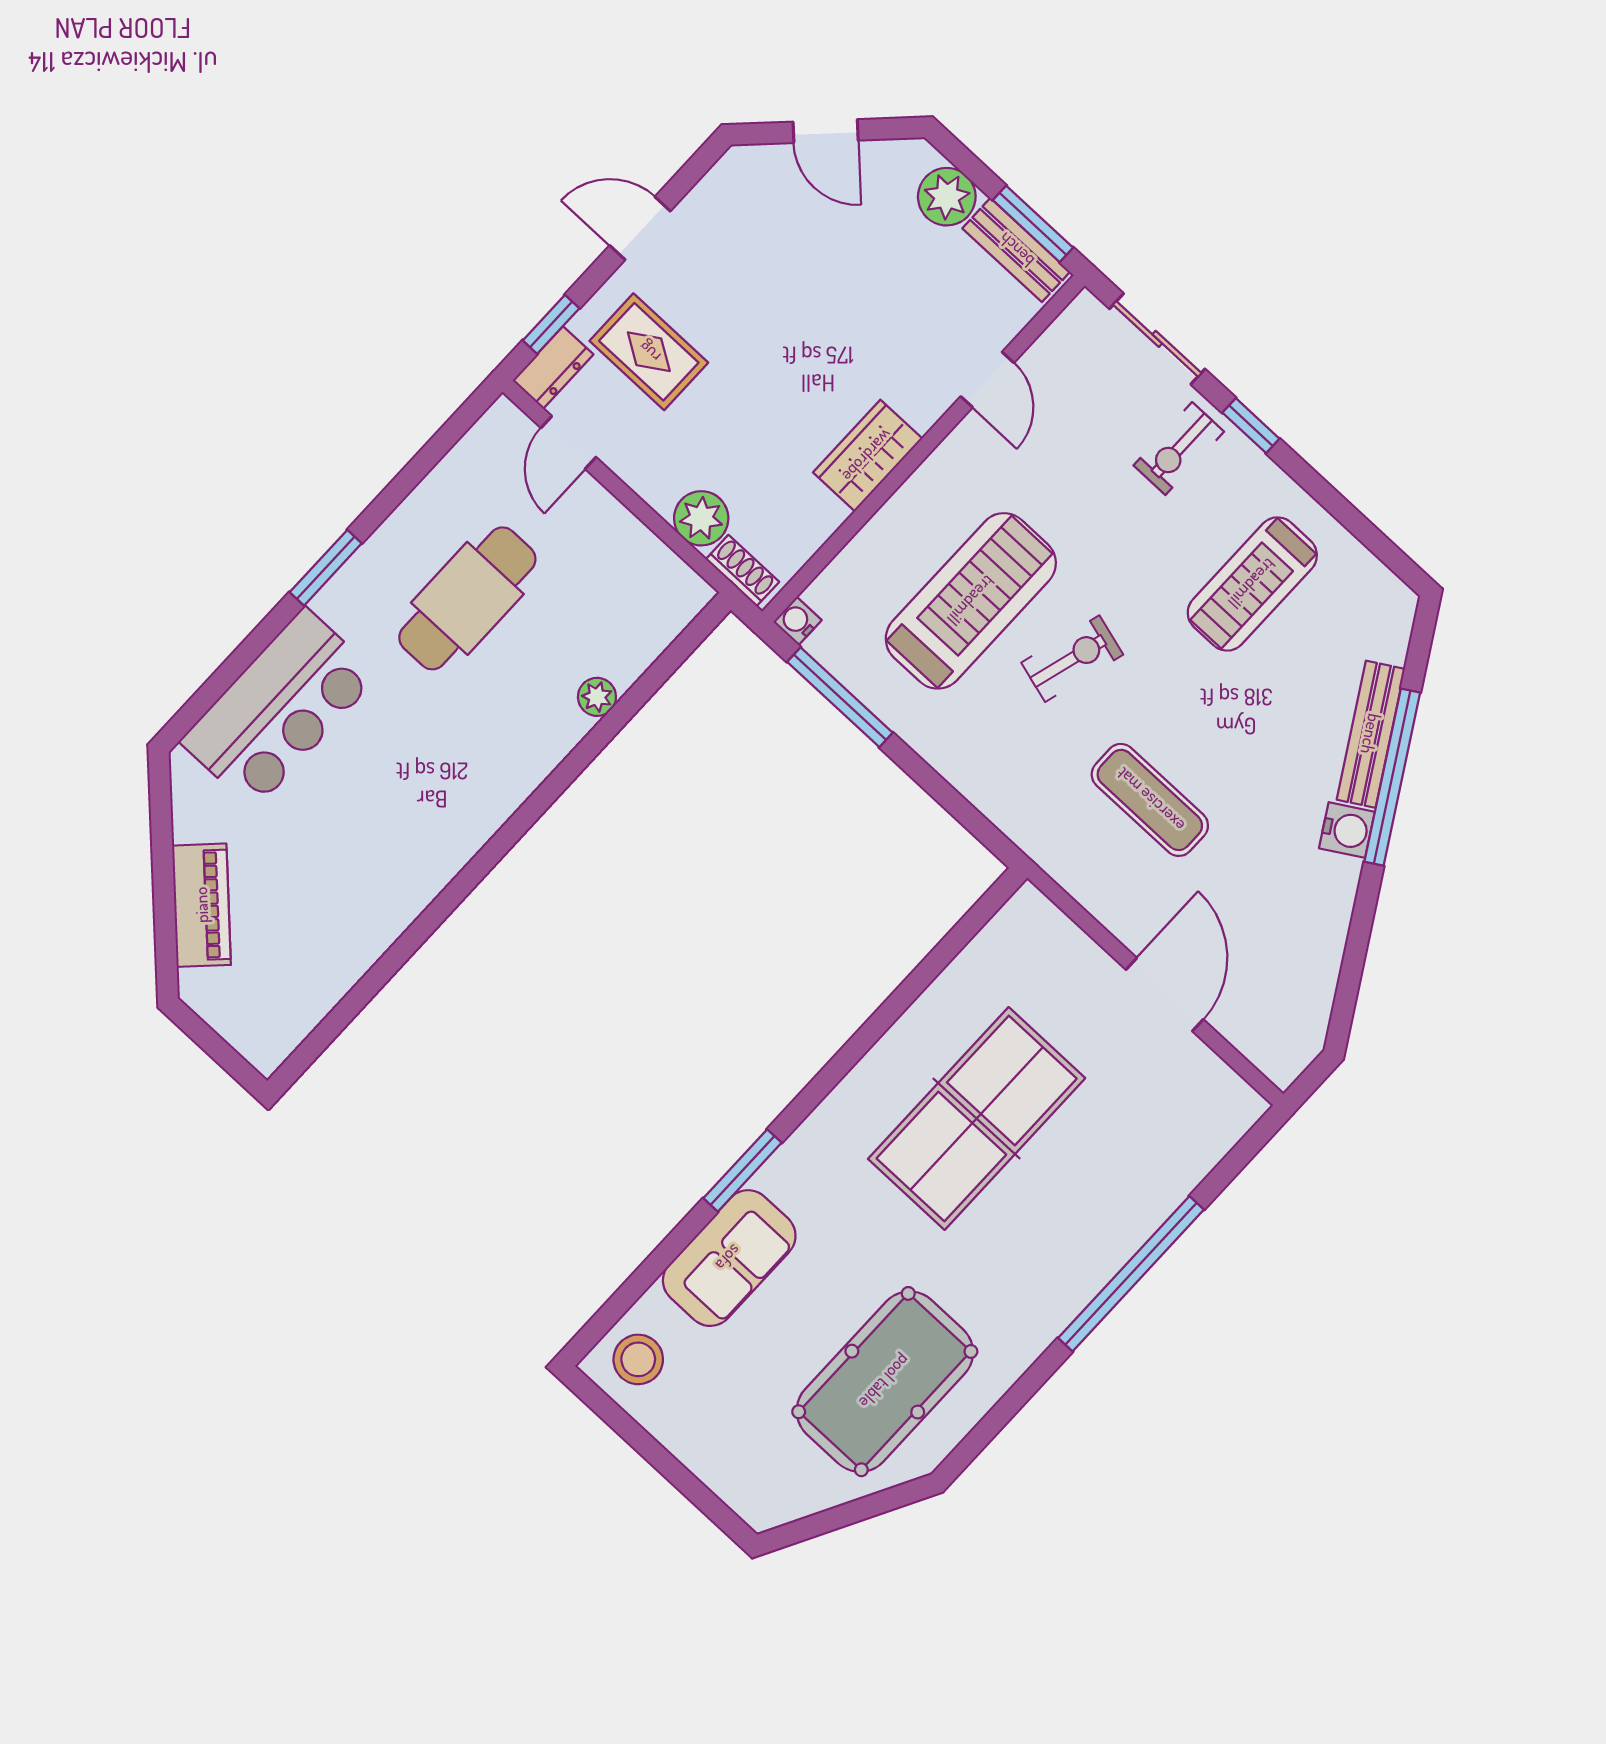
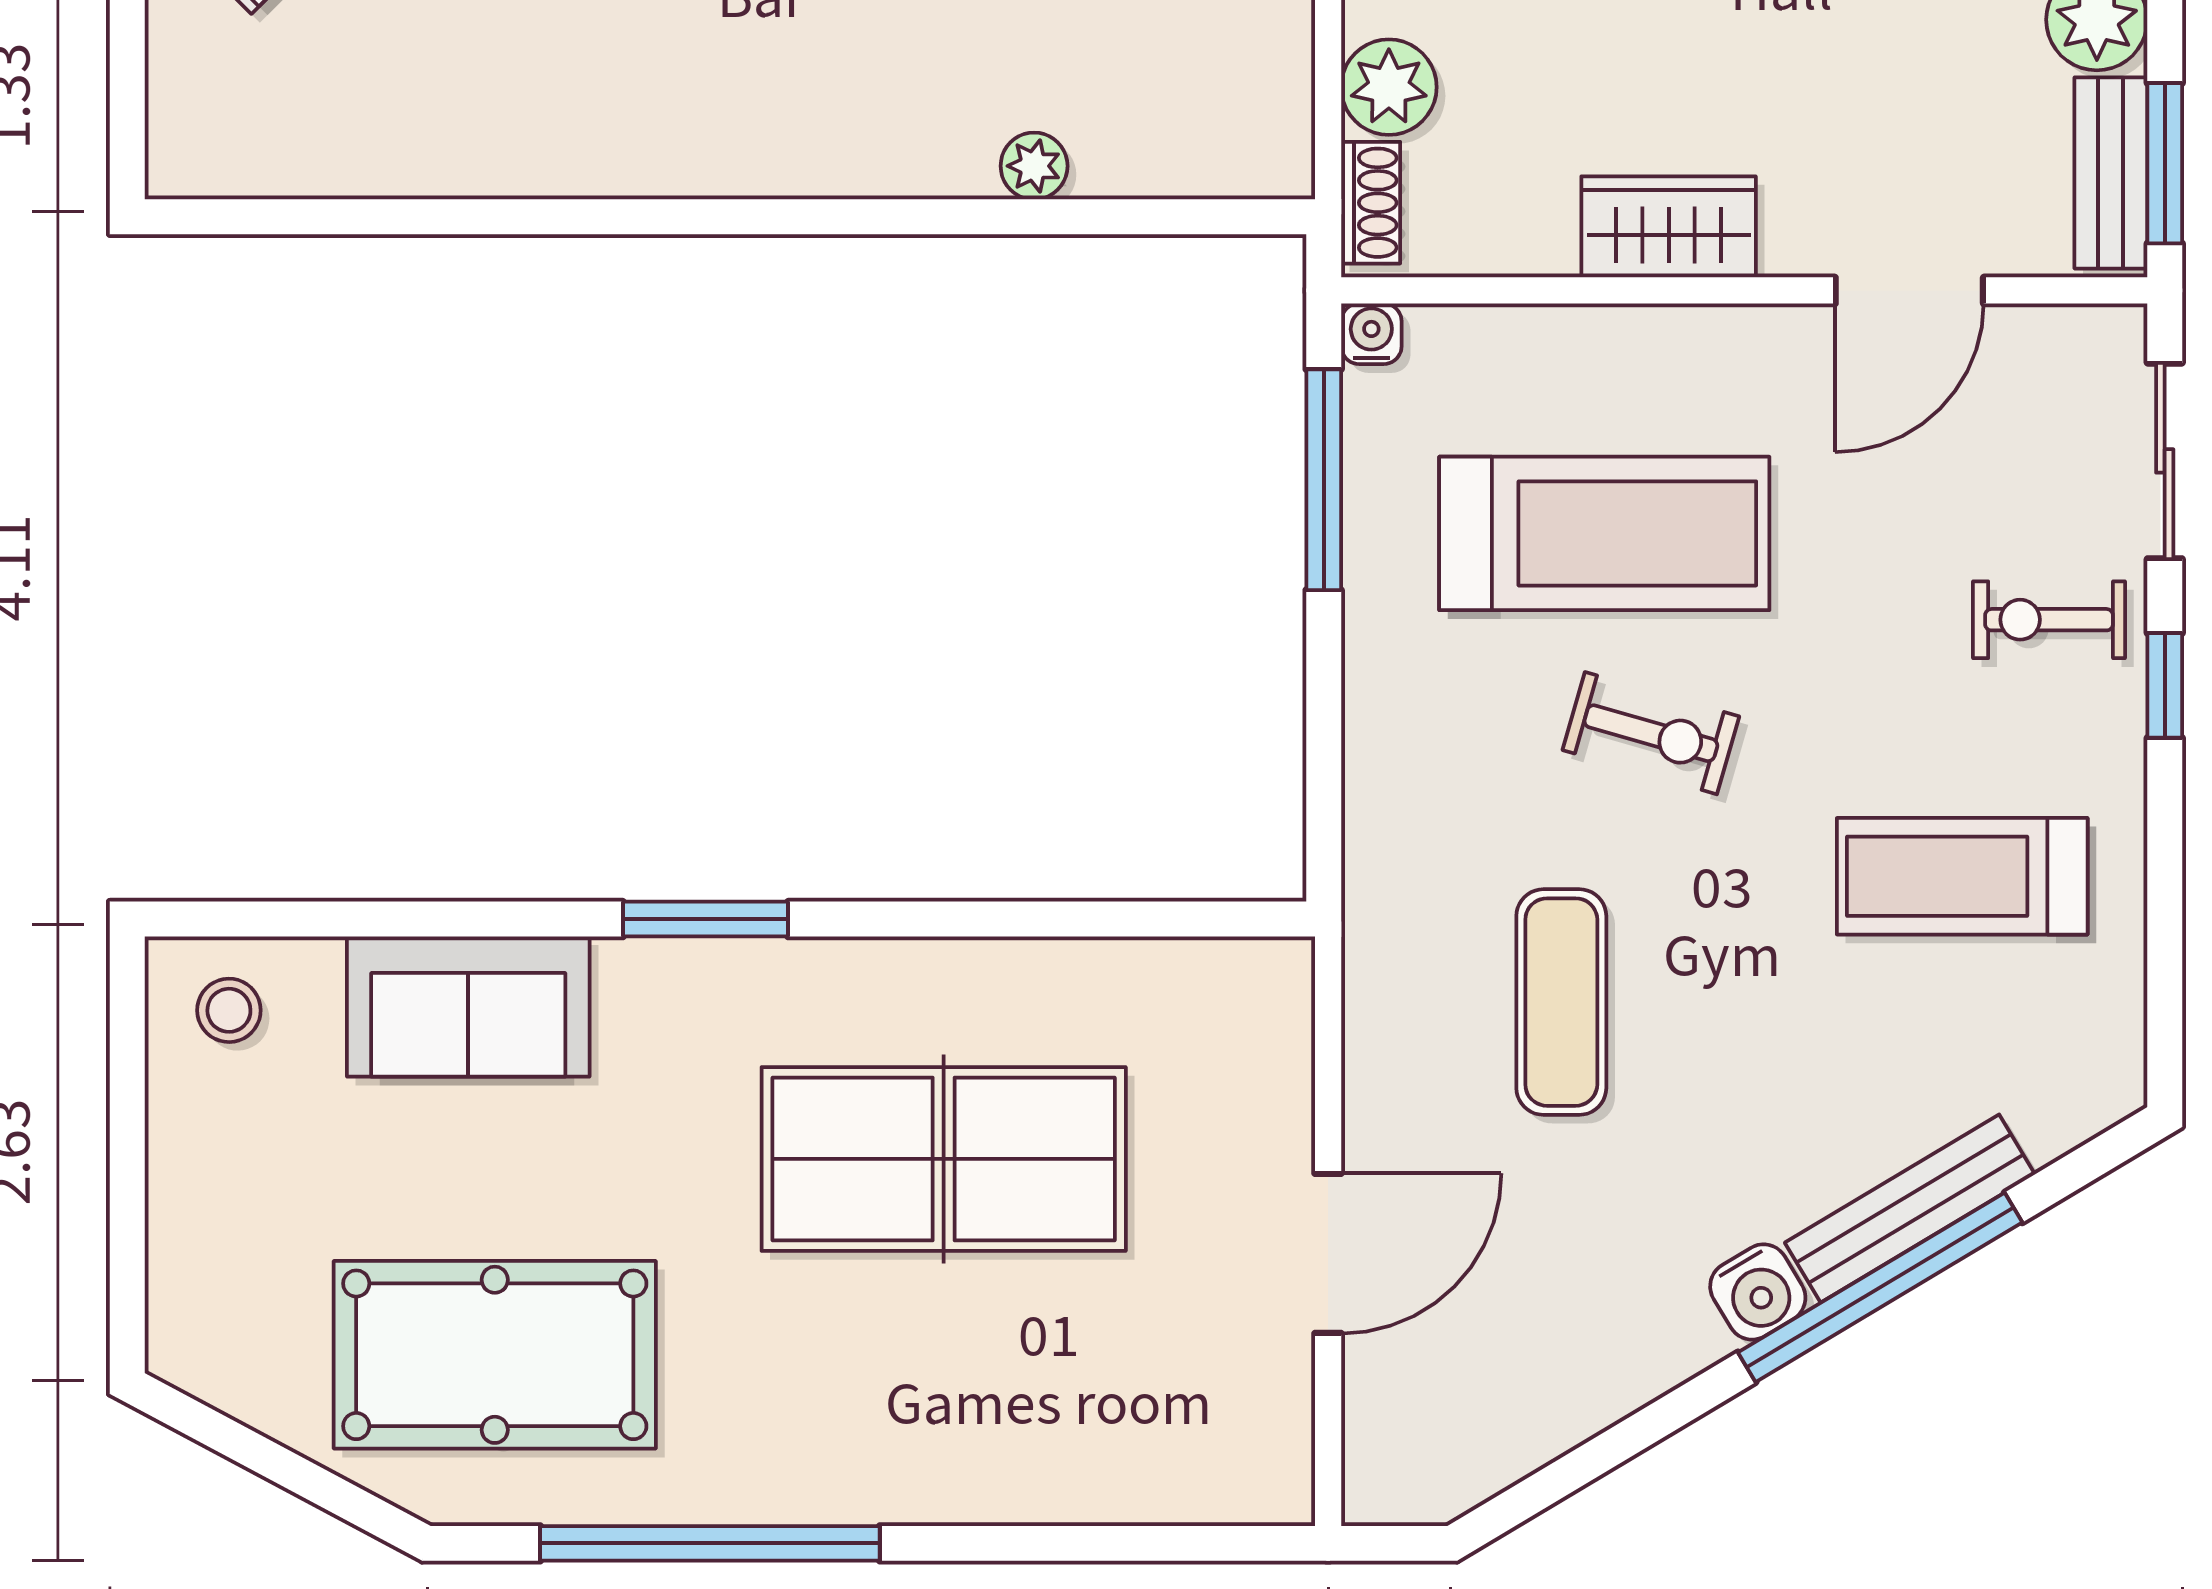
door: (987, 380) -> (1909, 290), width x1.38
window: (742, 1170) -> (706, 919), moved
window: (1131, 1274) -> (710, 1543), moved
stool: (638, 1359) -> (229, 1010), width x0.73, depth x0.73

